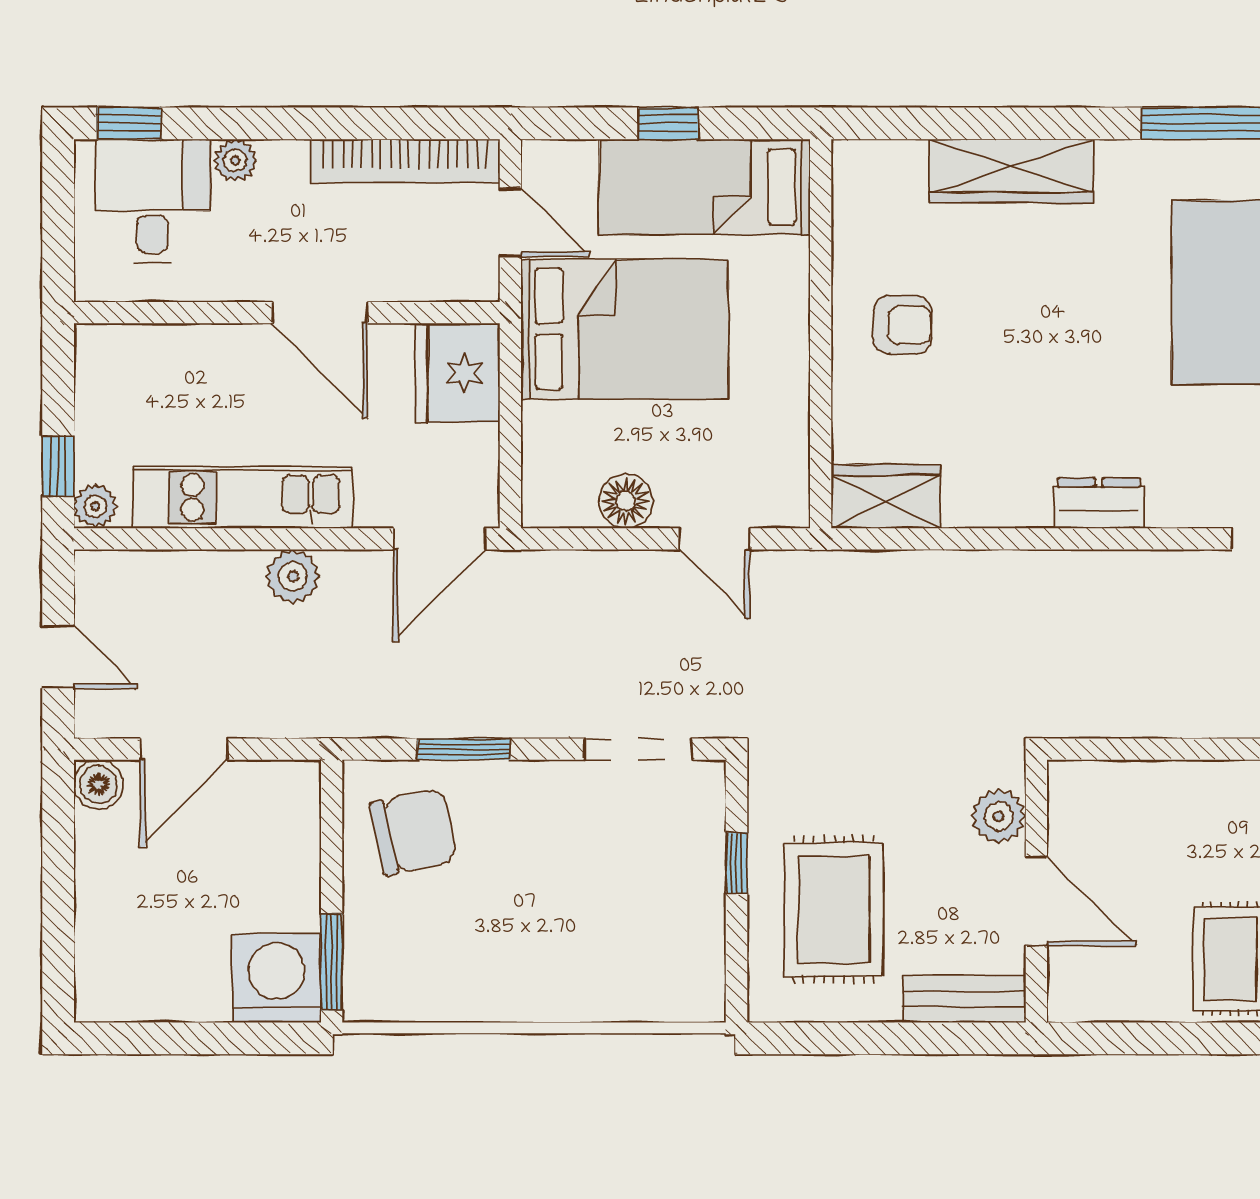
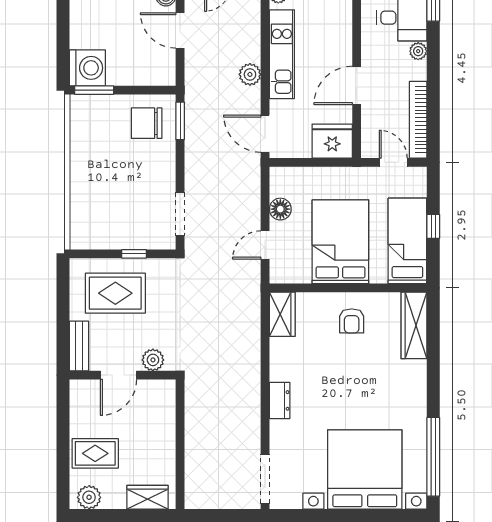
wardrobe: (1011, 171) -> (414, 325), moved
door: (510, 222) -> (393, 162), swing flipped
bed: (624, 329) -> (340, 242), moved, turned 180
window: (464, 749) -> (180, 121), moved
chair: (413, 832) -> (147, 123), turned 102

